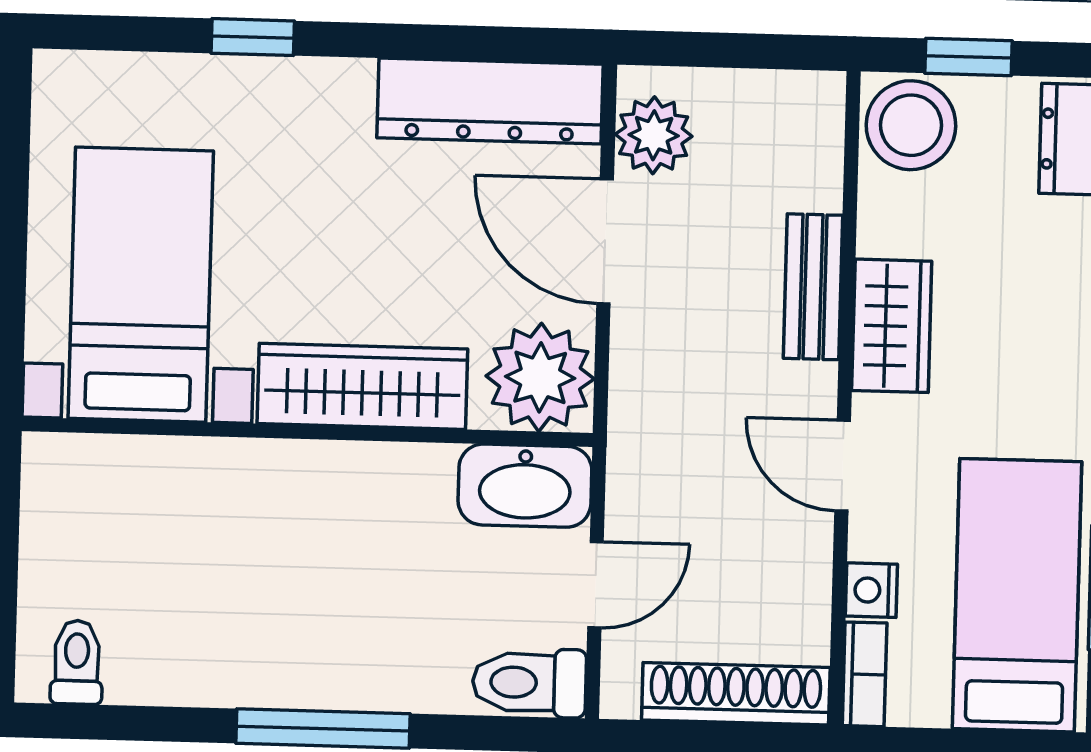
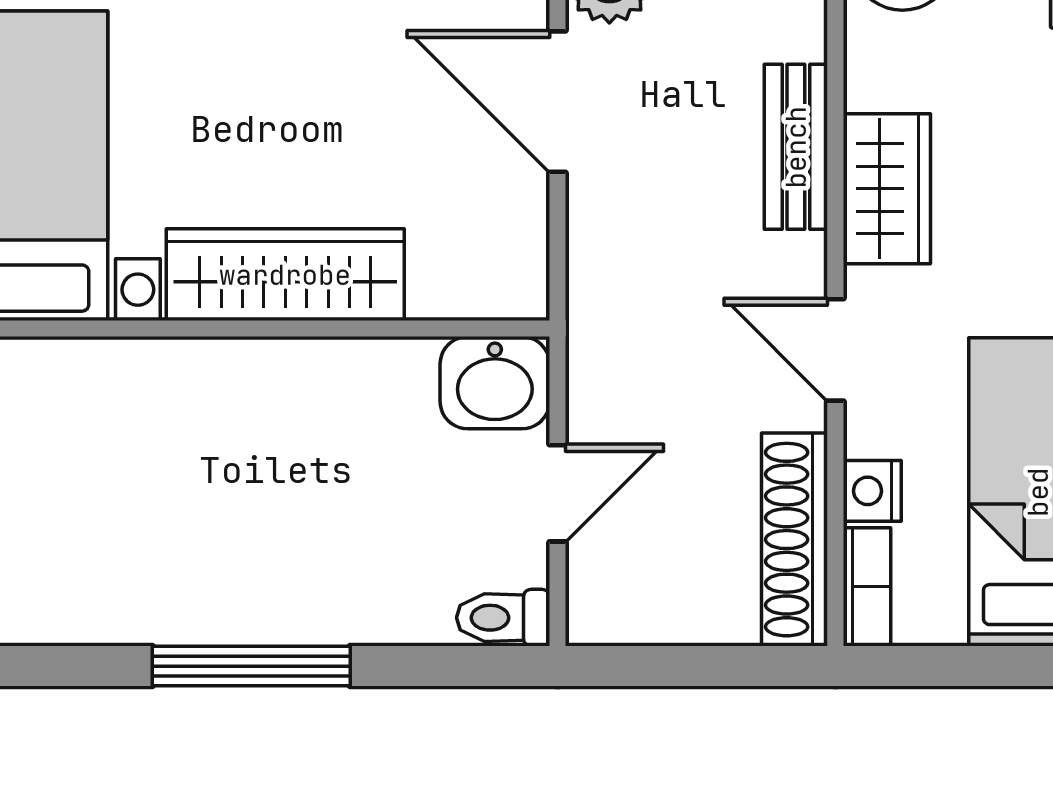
plant: (540, 377) -> (488, 259), removed
washbasin: (525, 486) -> (495, 383), width x0.72
toilet: (529, 683) -> (503, 618), width x0.73, depth x0.72
shoe rack: (736, 694) -> (795, 540), moved, turned -90

